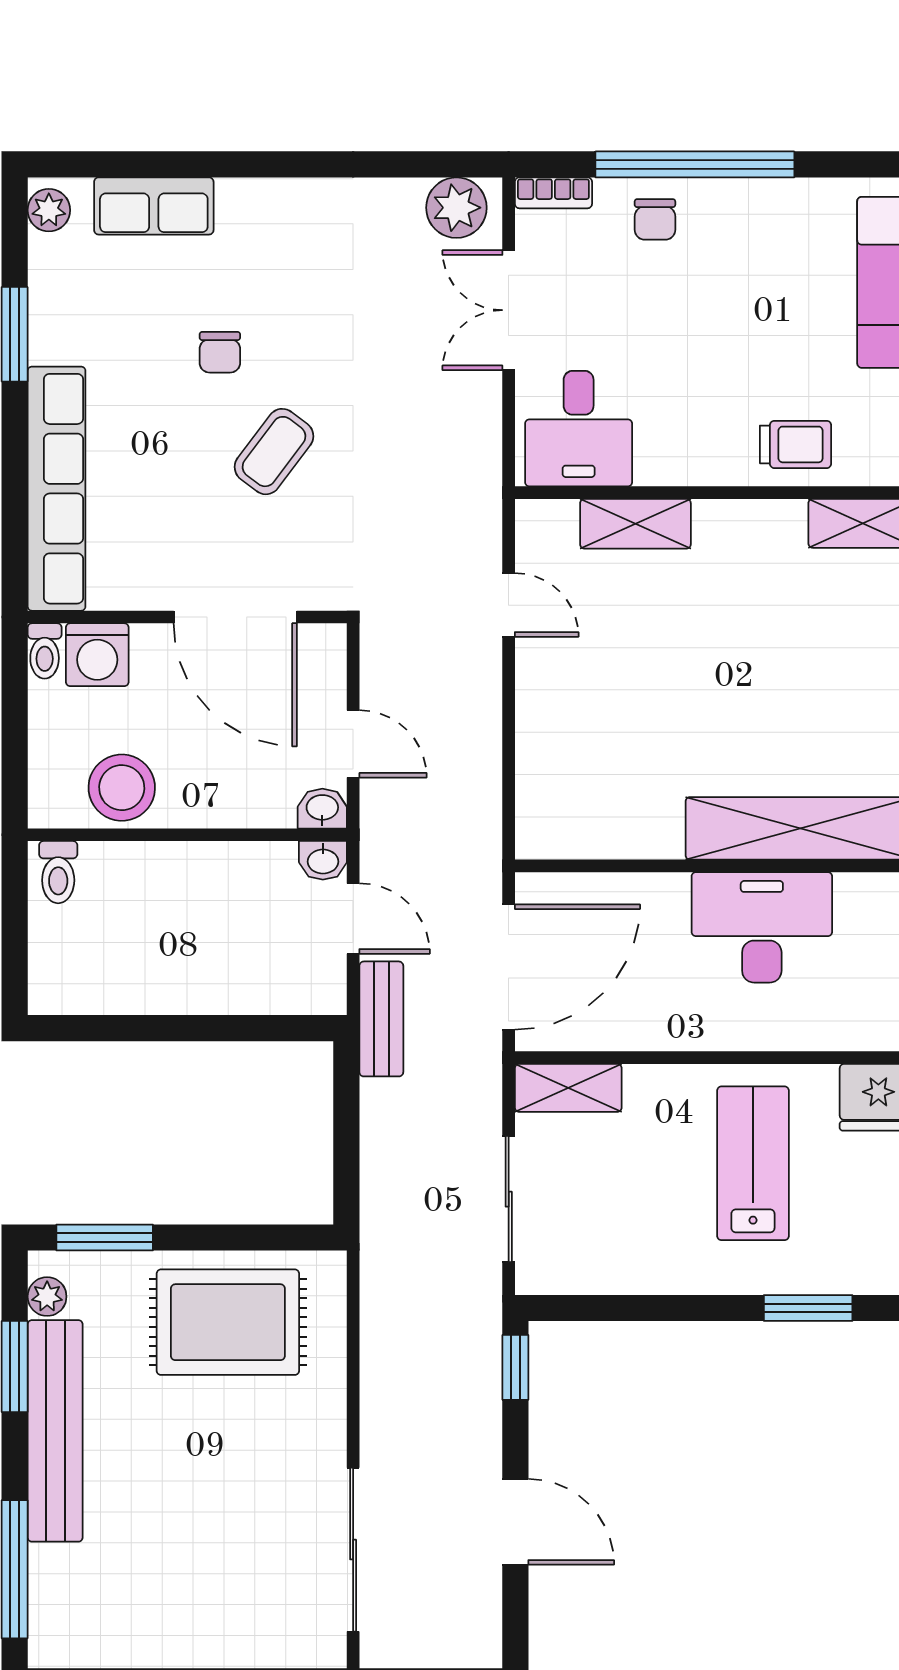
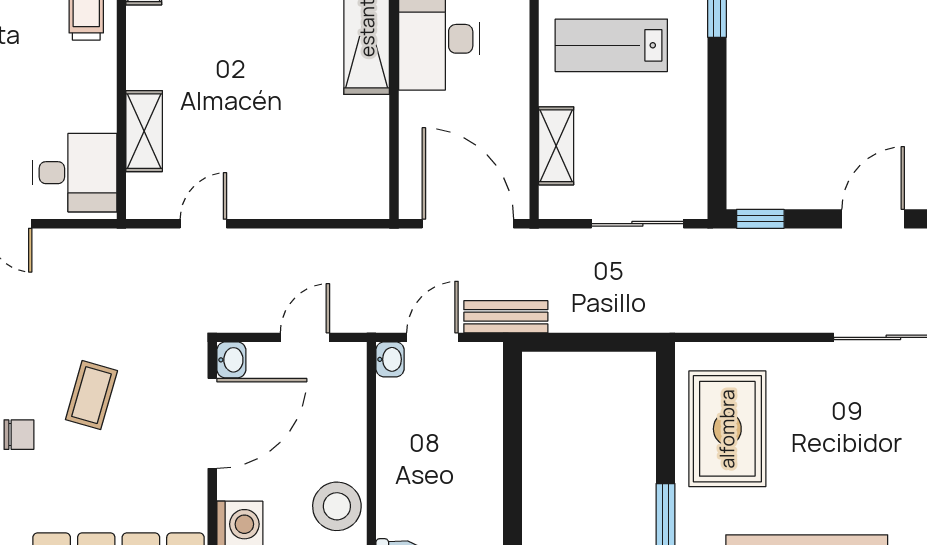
coffee table: (274, 452) -> (91, 395), turned 69
washbasin: (322, 809) -> (231, 360), moved, turned 180
shelving: (568, 1088) -> (556, 146), moved

